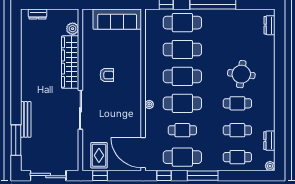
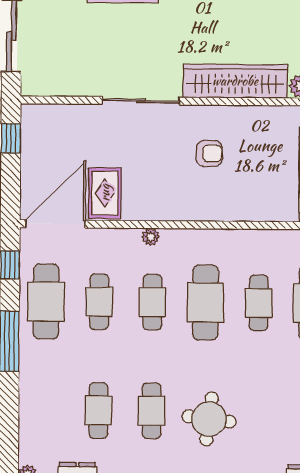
cafe table: (182, 49) -> (259, 303), width x0.73, depth x0.74
armchair: (107, 75) -> (209, 153), turned -90
cafe table: (182, 103) -> (152, 302), width x0.73, depth x0.74
rug: (99, 155) -> (105, 193), moved, turned 90
cafe table: (237, 157) -> (45, 410), removed

